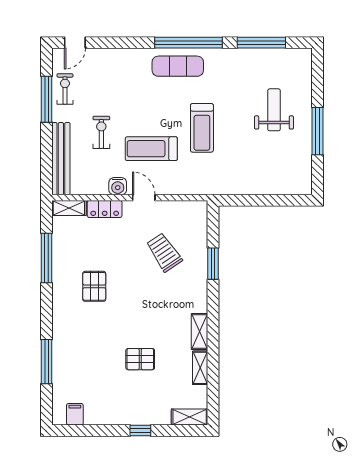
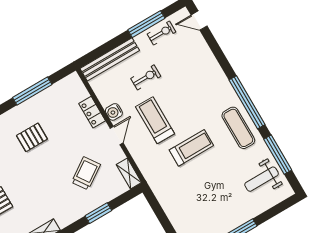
exercise mat: (178, 66) -> (238, 128), moved
weight bench: (274, 110) -> (262, 179), moved, turned 180
treadmill: (202, 128) -> (191, 148), turned 180
shelving: (69, 208) -> (129, 174), moved

